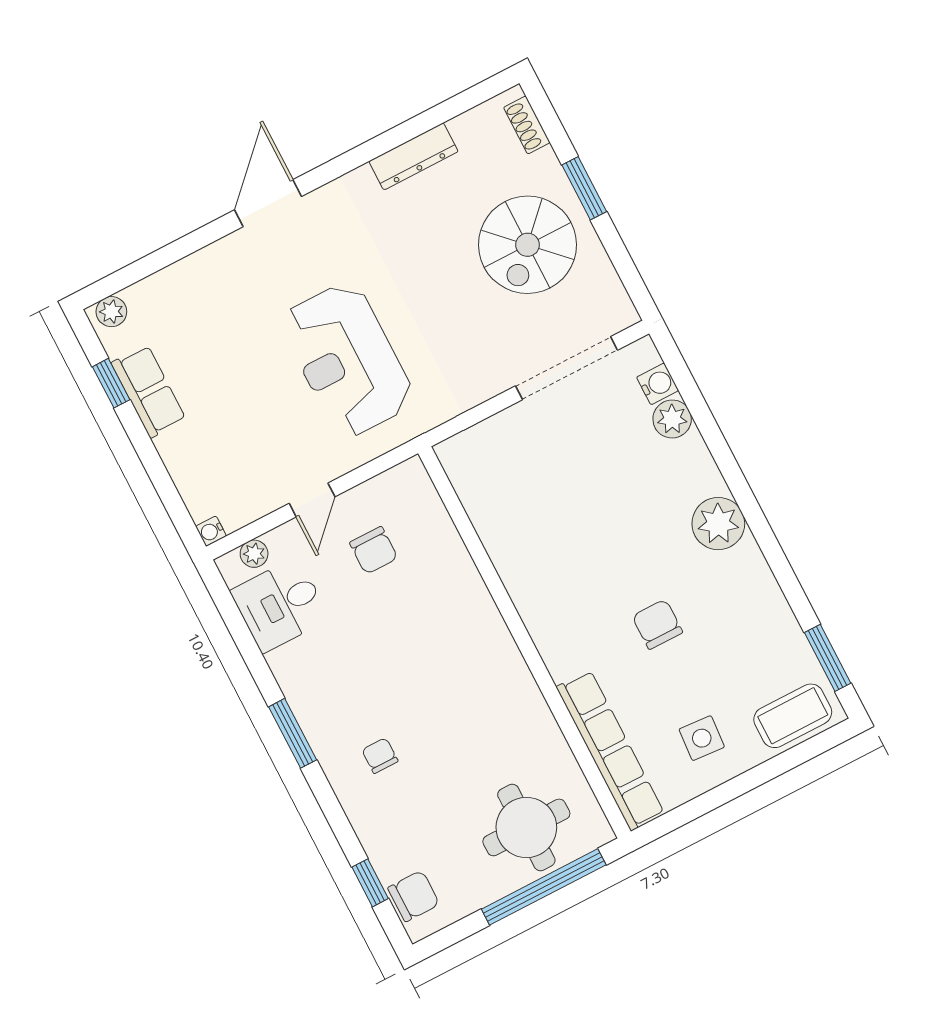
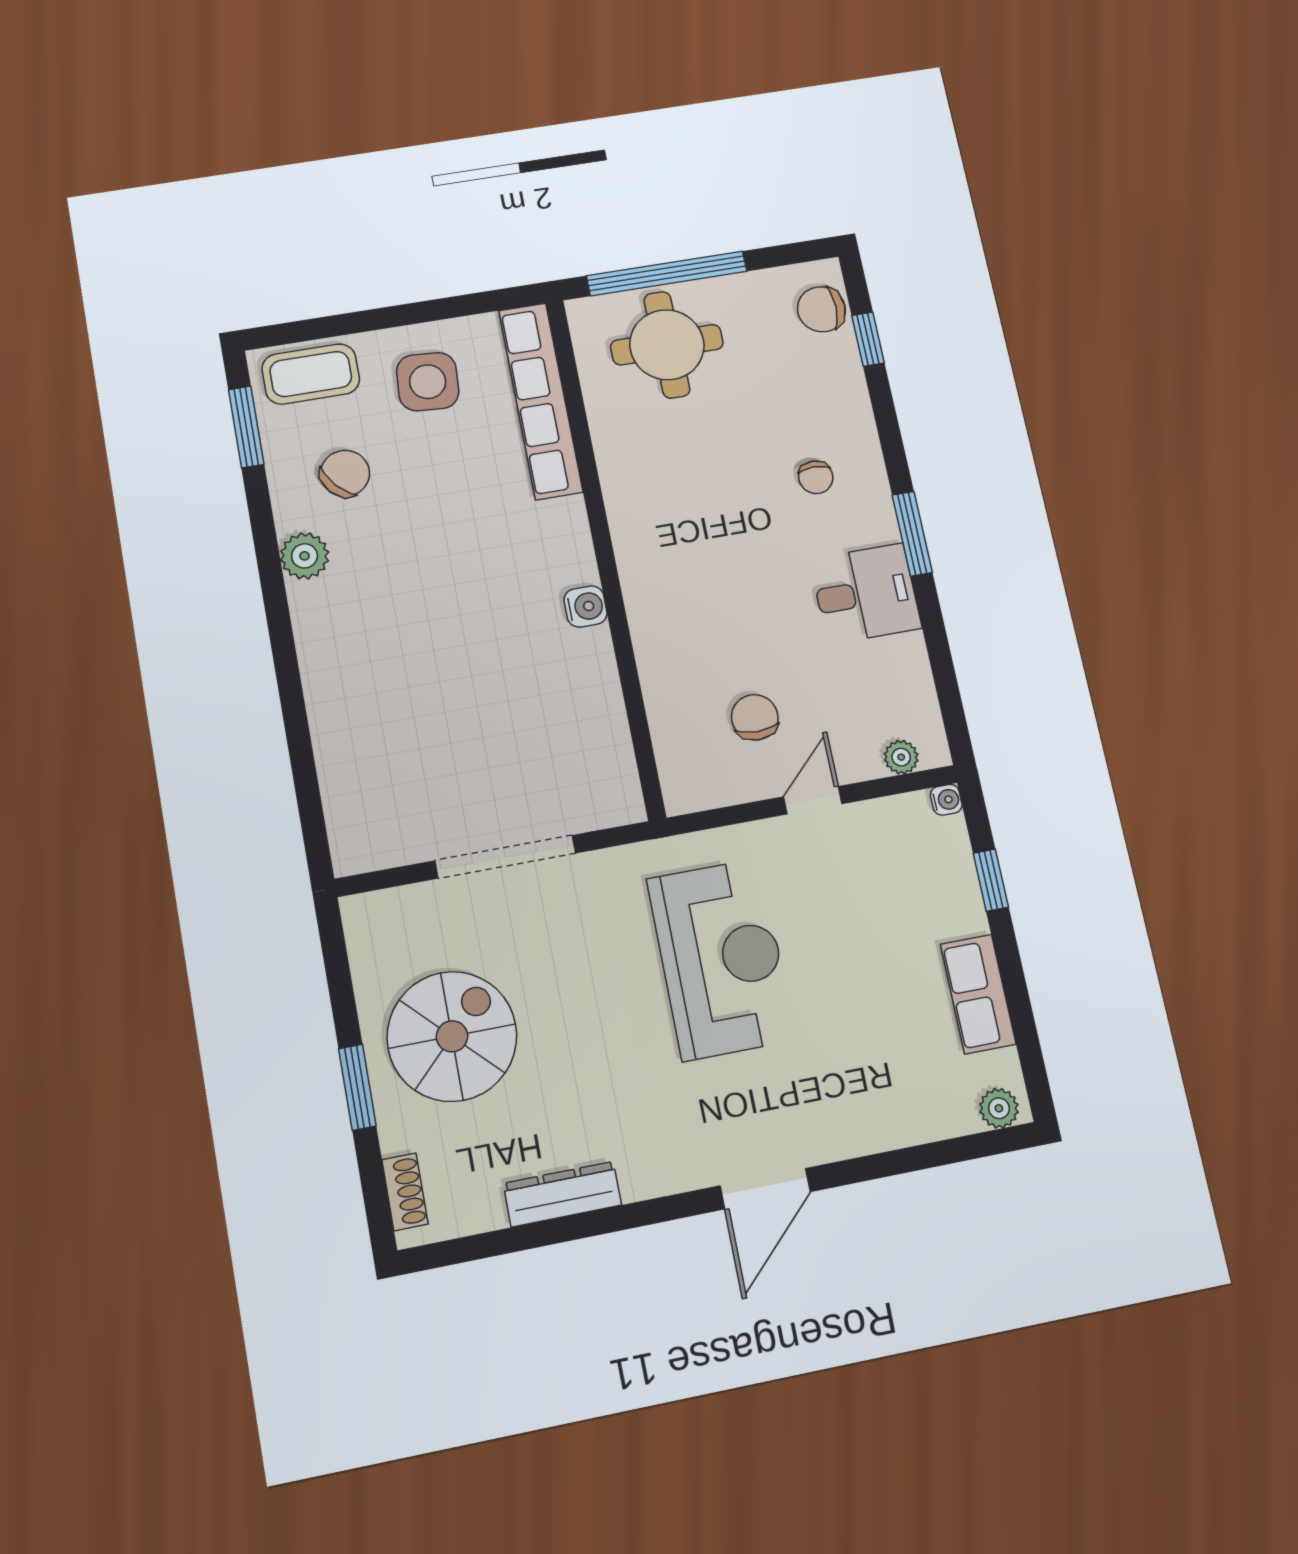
doorway: (567, 368) -> (505, 857), moved
window: (111, 383) -> (991, 880), moved
water cooler: (658, 384) -> (585, 607), moved, turned 180
plant: (672, 419) -> (340, 765), removed
plant: (718, 524) -> (305, 556), moved, width x0.73, depth x0.73
desk: (280, 605) -> (866, 594), moved
chair: (657, 624) -> (345, 473), moved, turned -131
side table: (702, 738) -> (428, 382), width x1.37, depth x1.37

